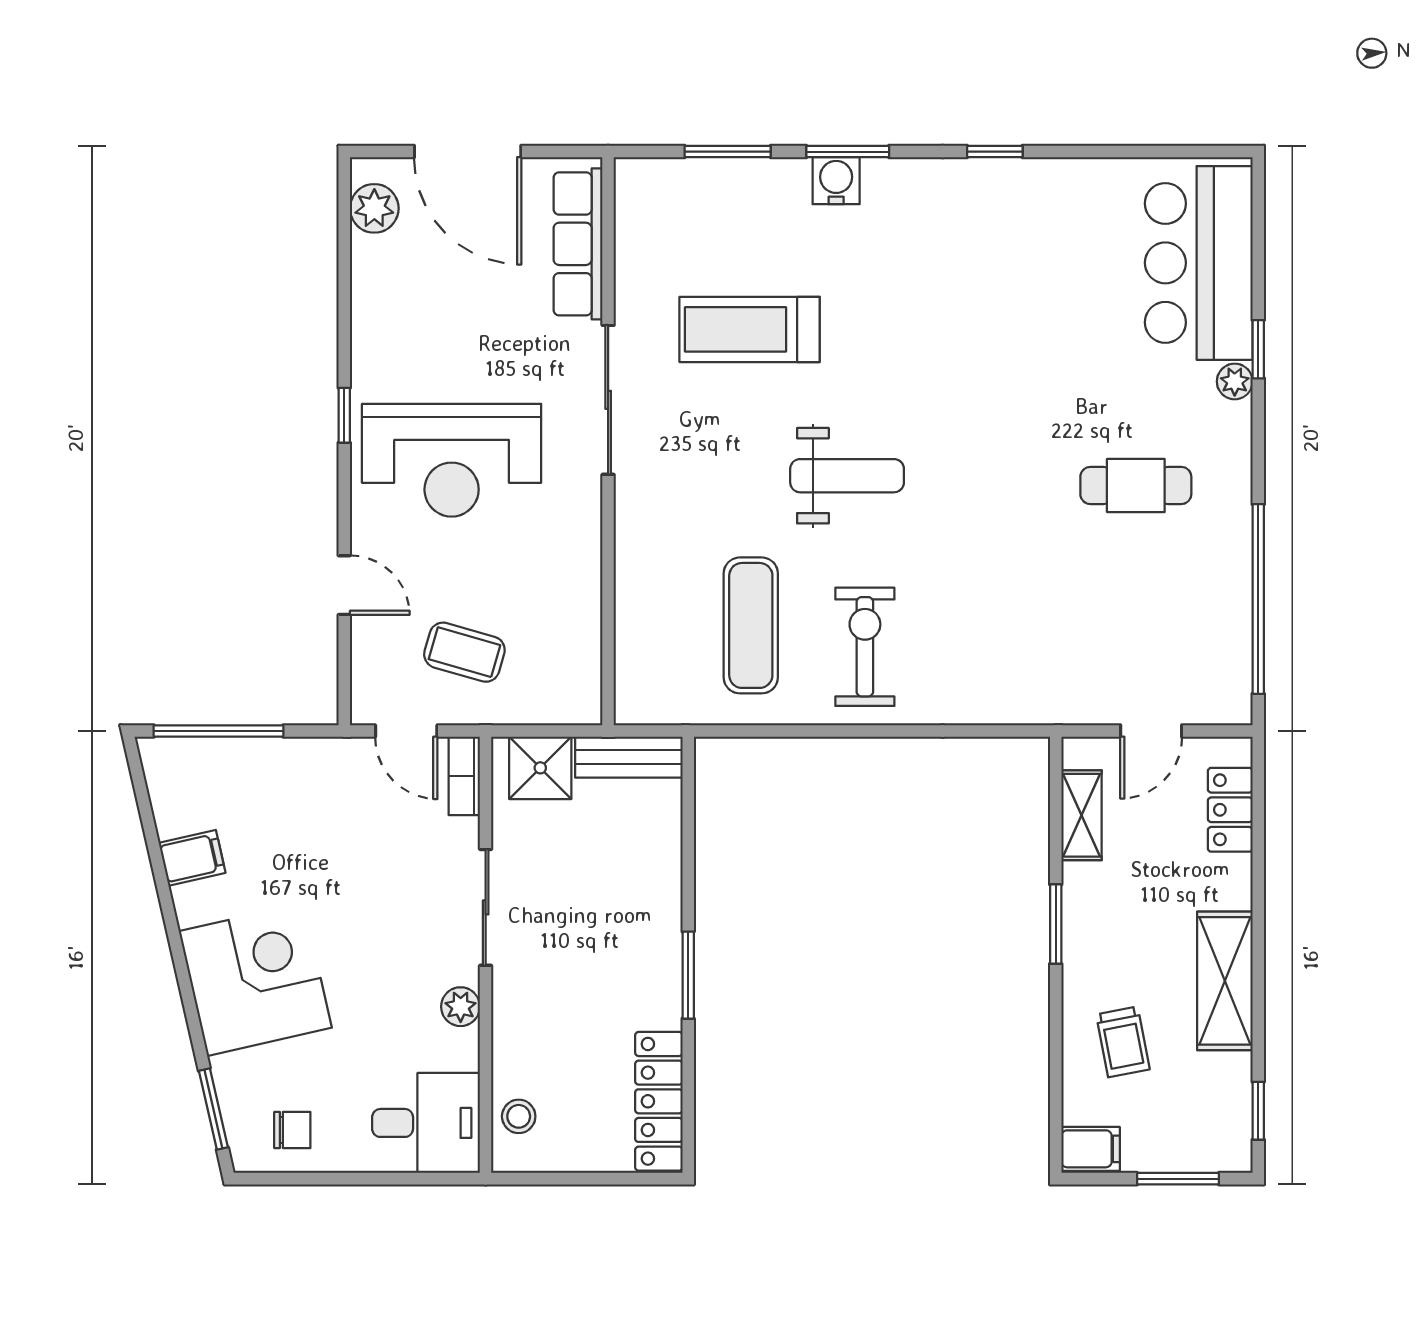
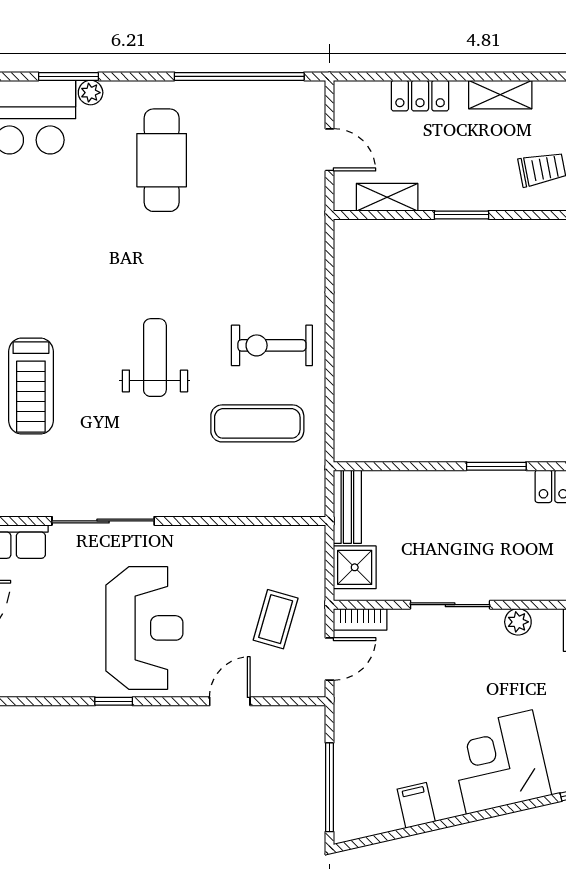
treadmill: (750, 329) -> (31, 386), moved
window: (1258, 349) -> (68, 76), width x1.50
cafe table: (1136, 485) -> (162, 160), width x1.37, depth x1.35
locker: (1230, 810) -> (420, 96), moved
shelving: (1225, 981) -> (500, 95), width x0.67, depth x0.75

